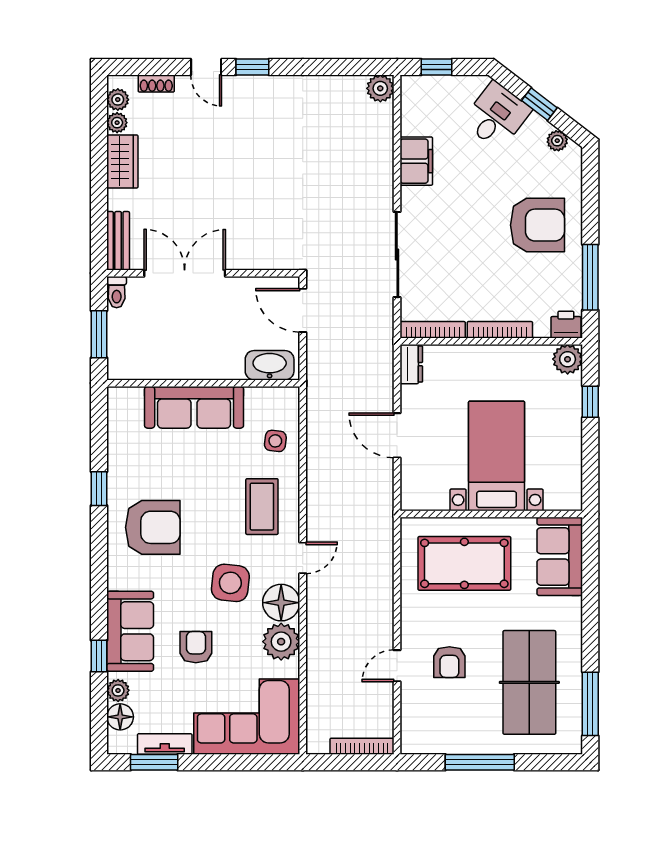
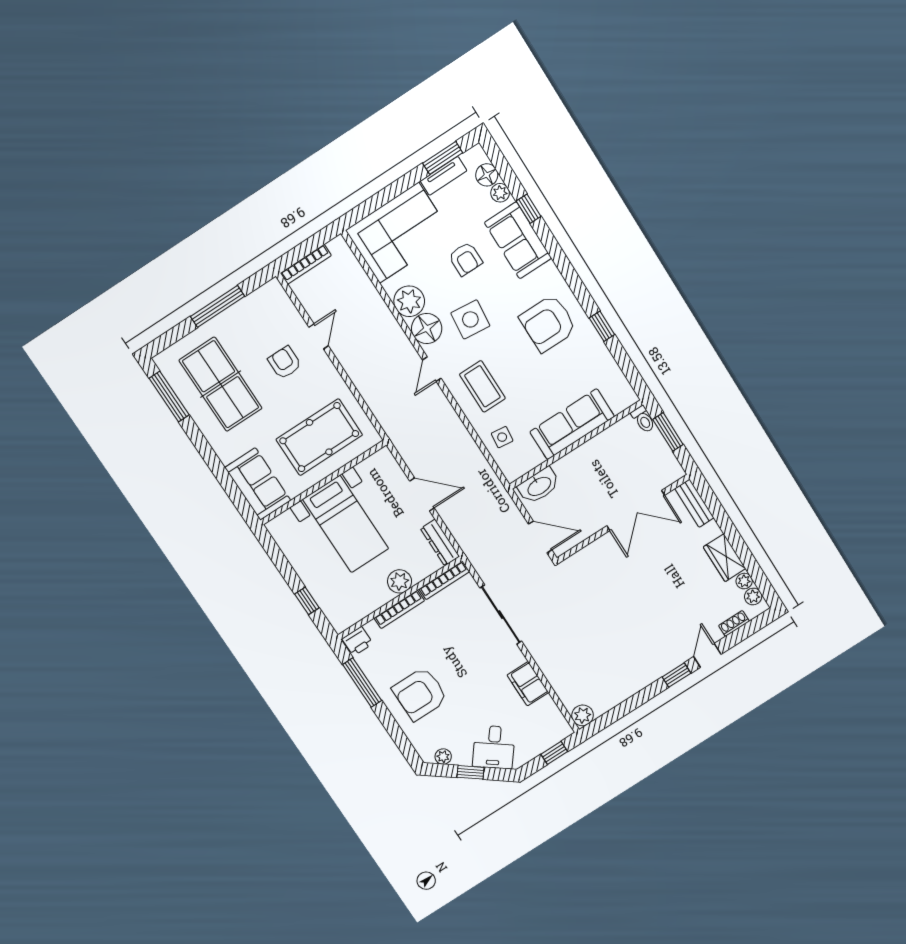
door: (206, 67) -> (707, 655), hinge flipped
toilet: (117, 292) -> (643, 419), moved, turned 180
plant: (568, 359) -> (400, 581), moved
dresser: (411, 364) -> (440, 543), width x1.44

